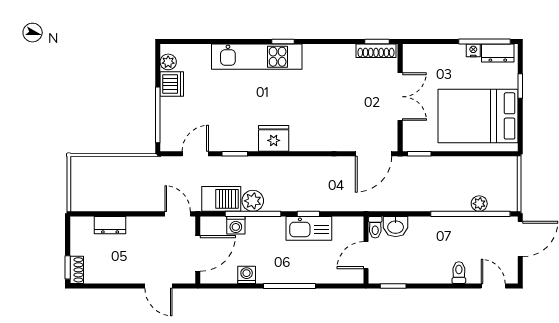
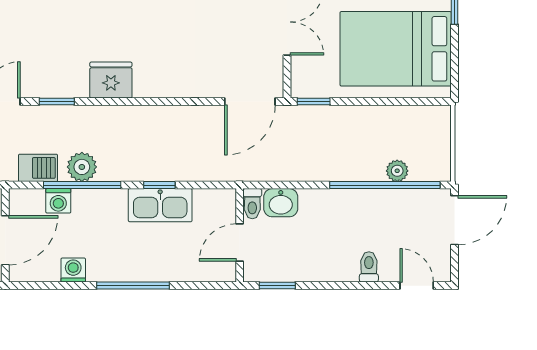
barbecue: (221, 199) -> (38, 168), width x0.73, depth x0.79

